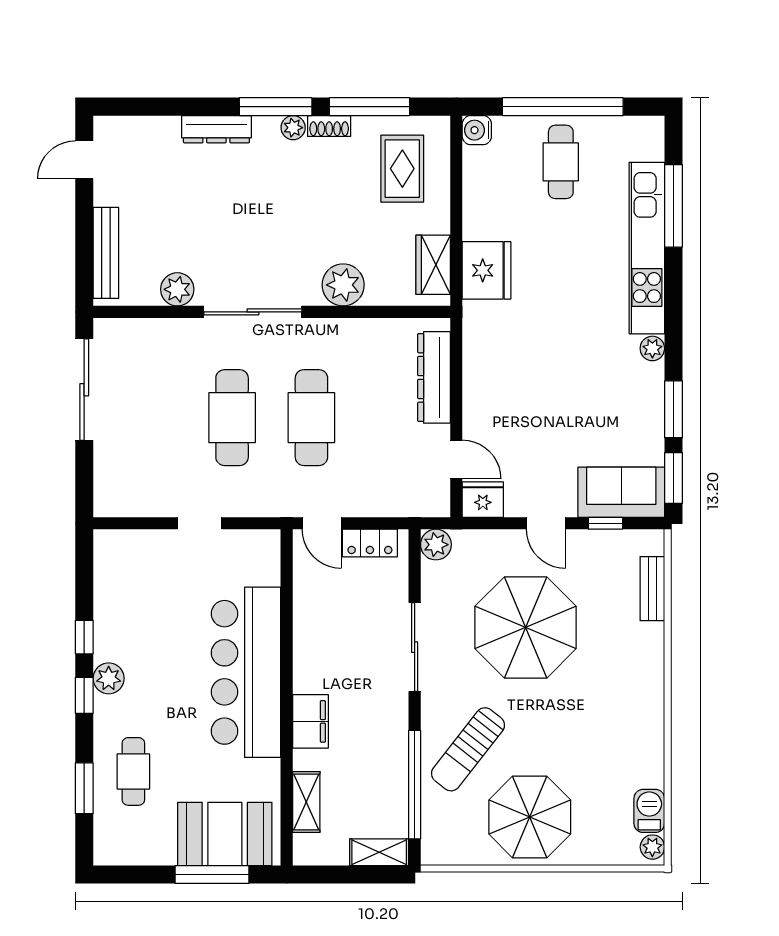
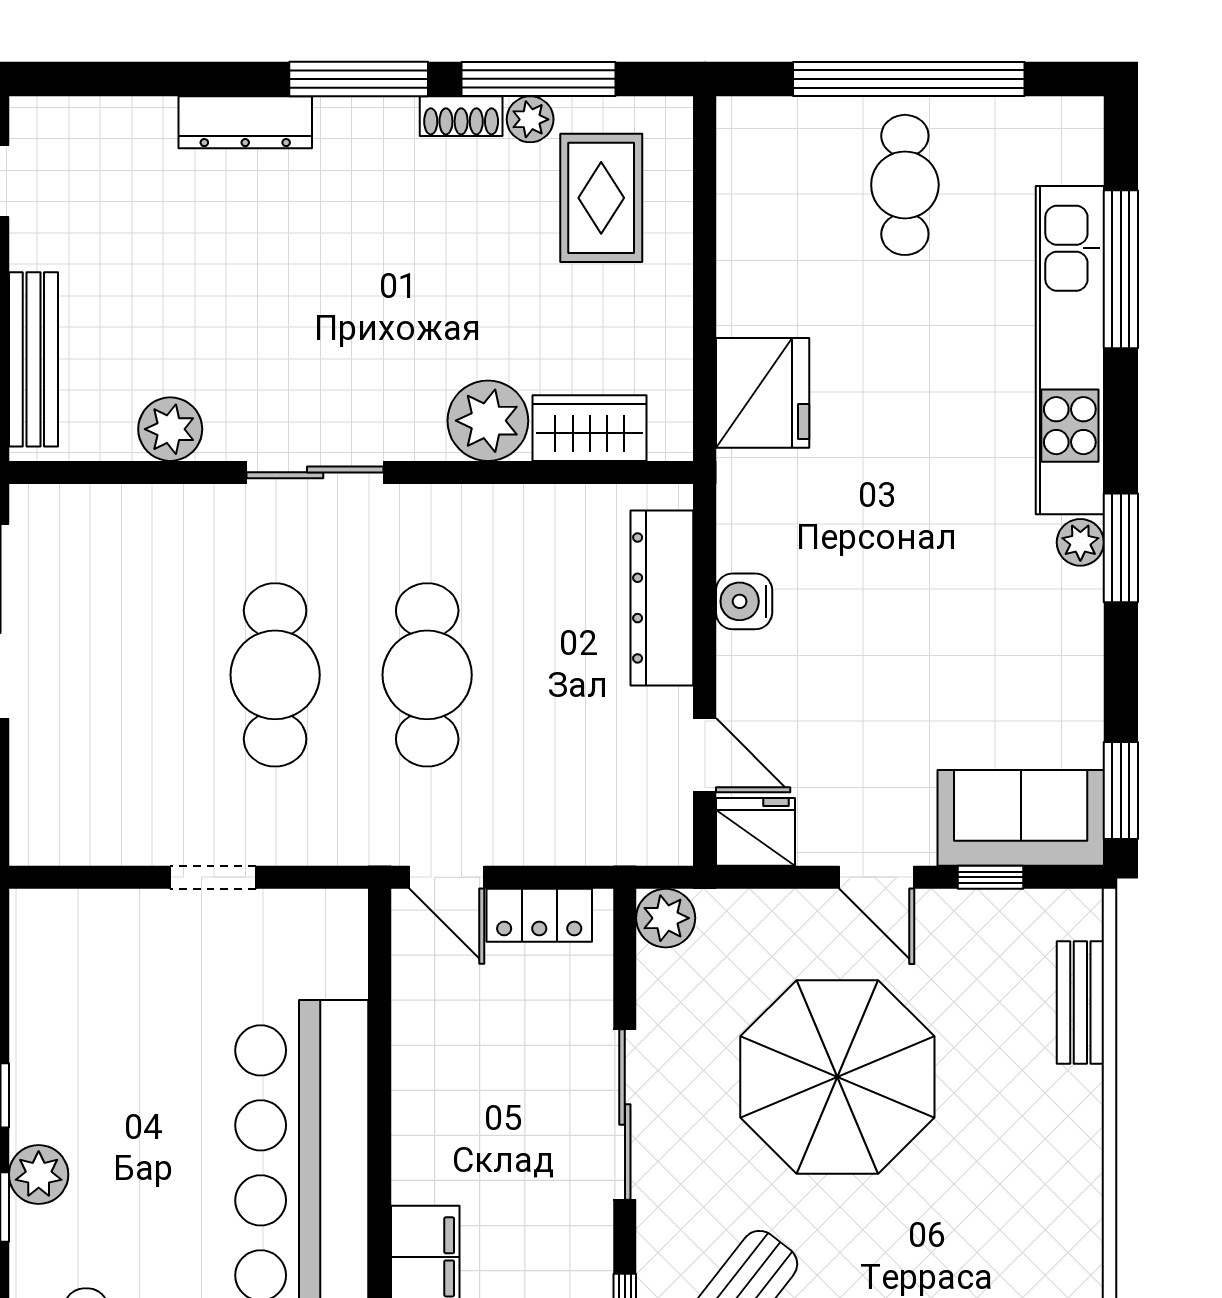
plant: (293, 128) -> (530, 119), moved
water cooler: (477, 130) -> (744, 601), moved
wardrobe: (433, 265) -> (590, 428), moved, turned 90
sliding door: (253, 312) -> (315, 472), width x0.73
window: (674, 409) -> (1121, 548), moved

